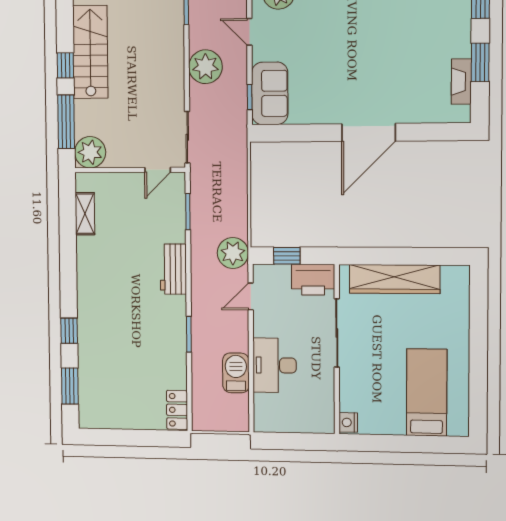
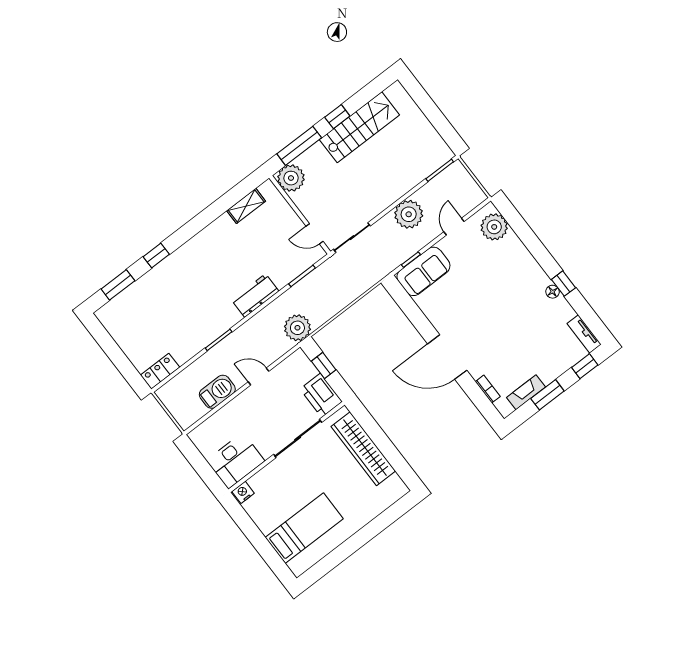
bookcase: (429, 117) -> (488, 389), added
door: (251, 296) -> (259, 377), moved
desk: (275, 365) -> (236, 461), moved, turned 180

